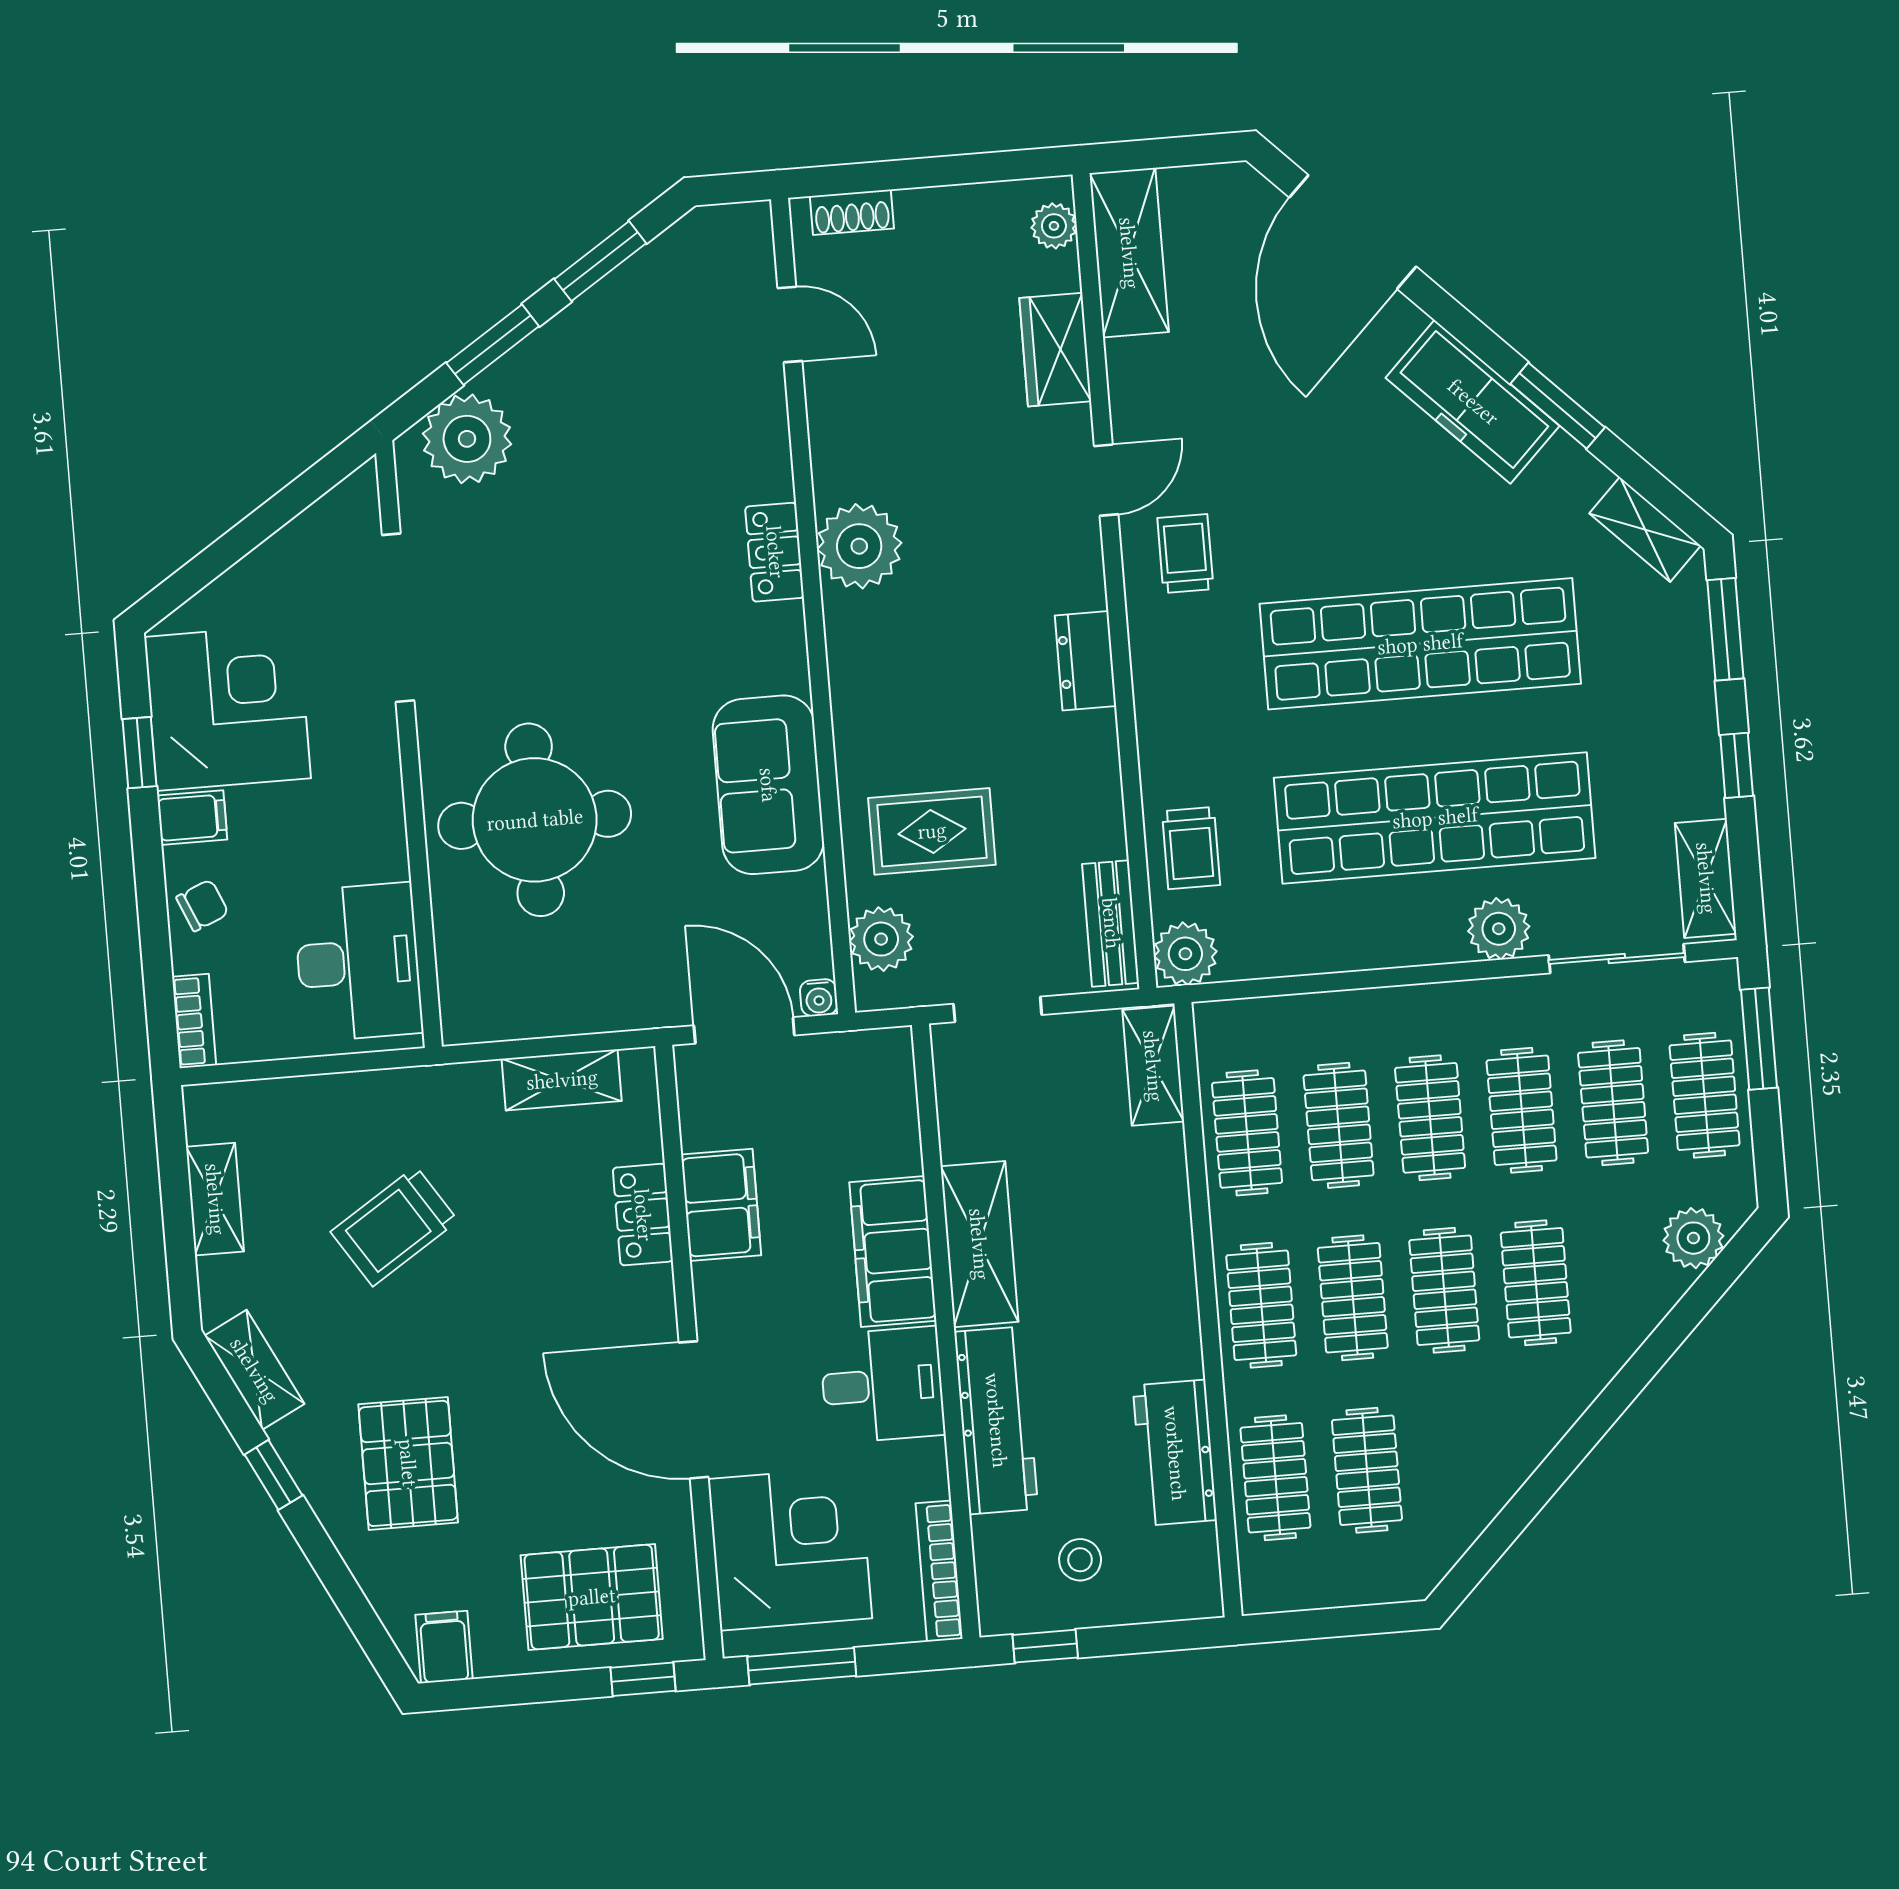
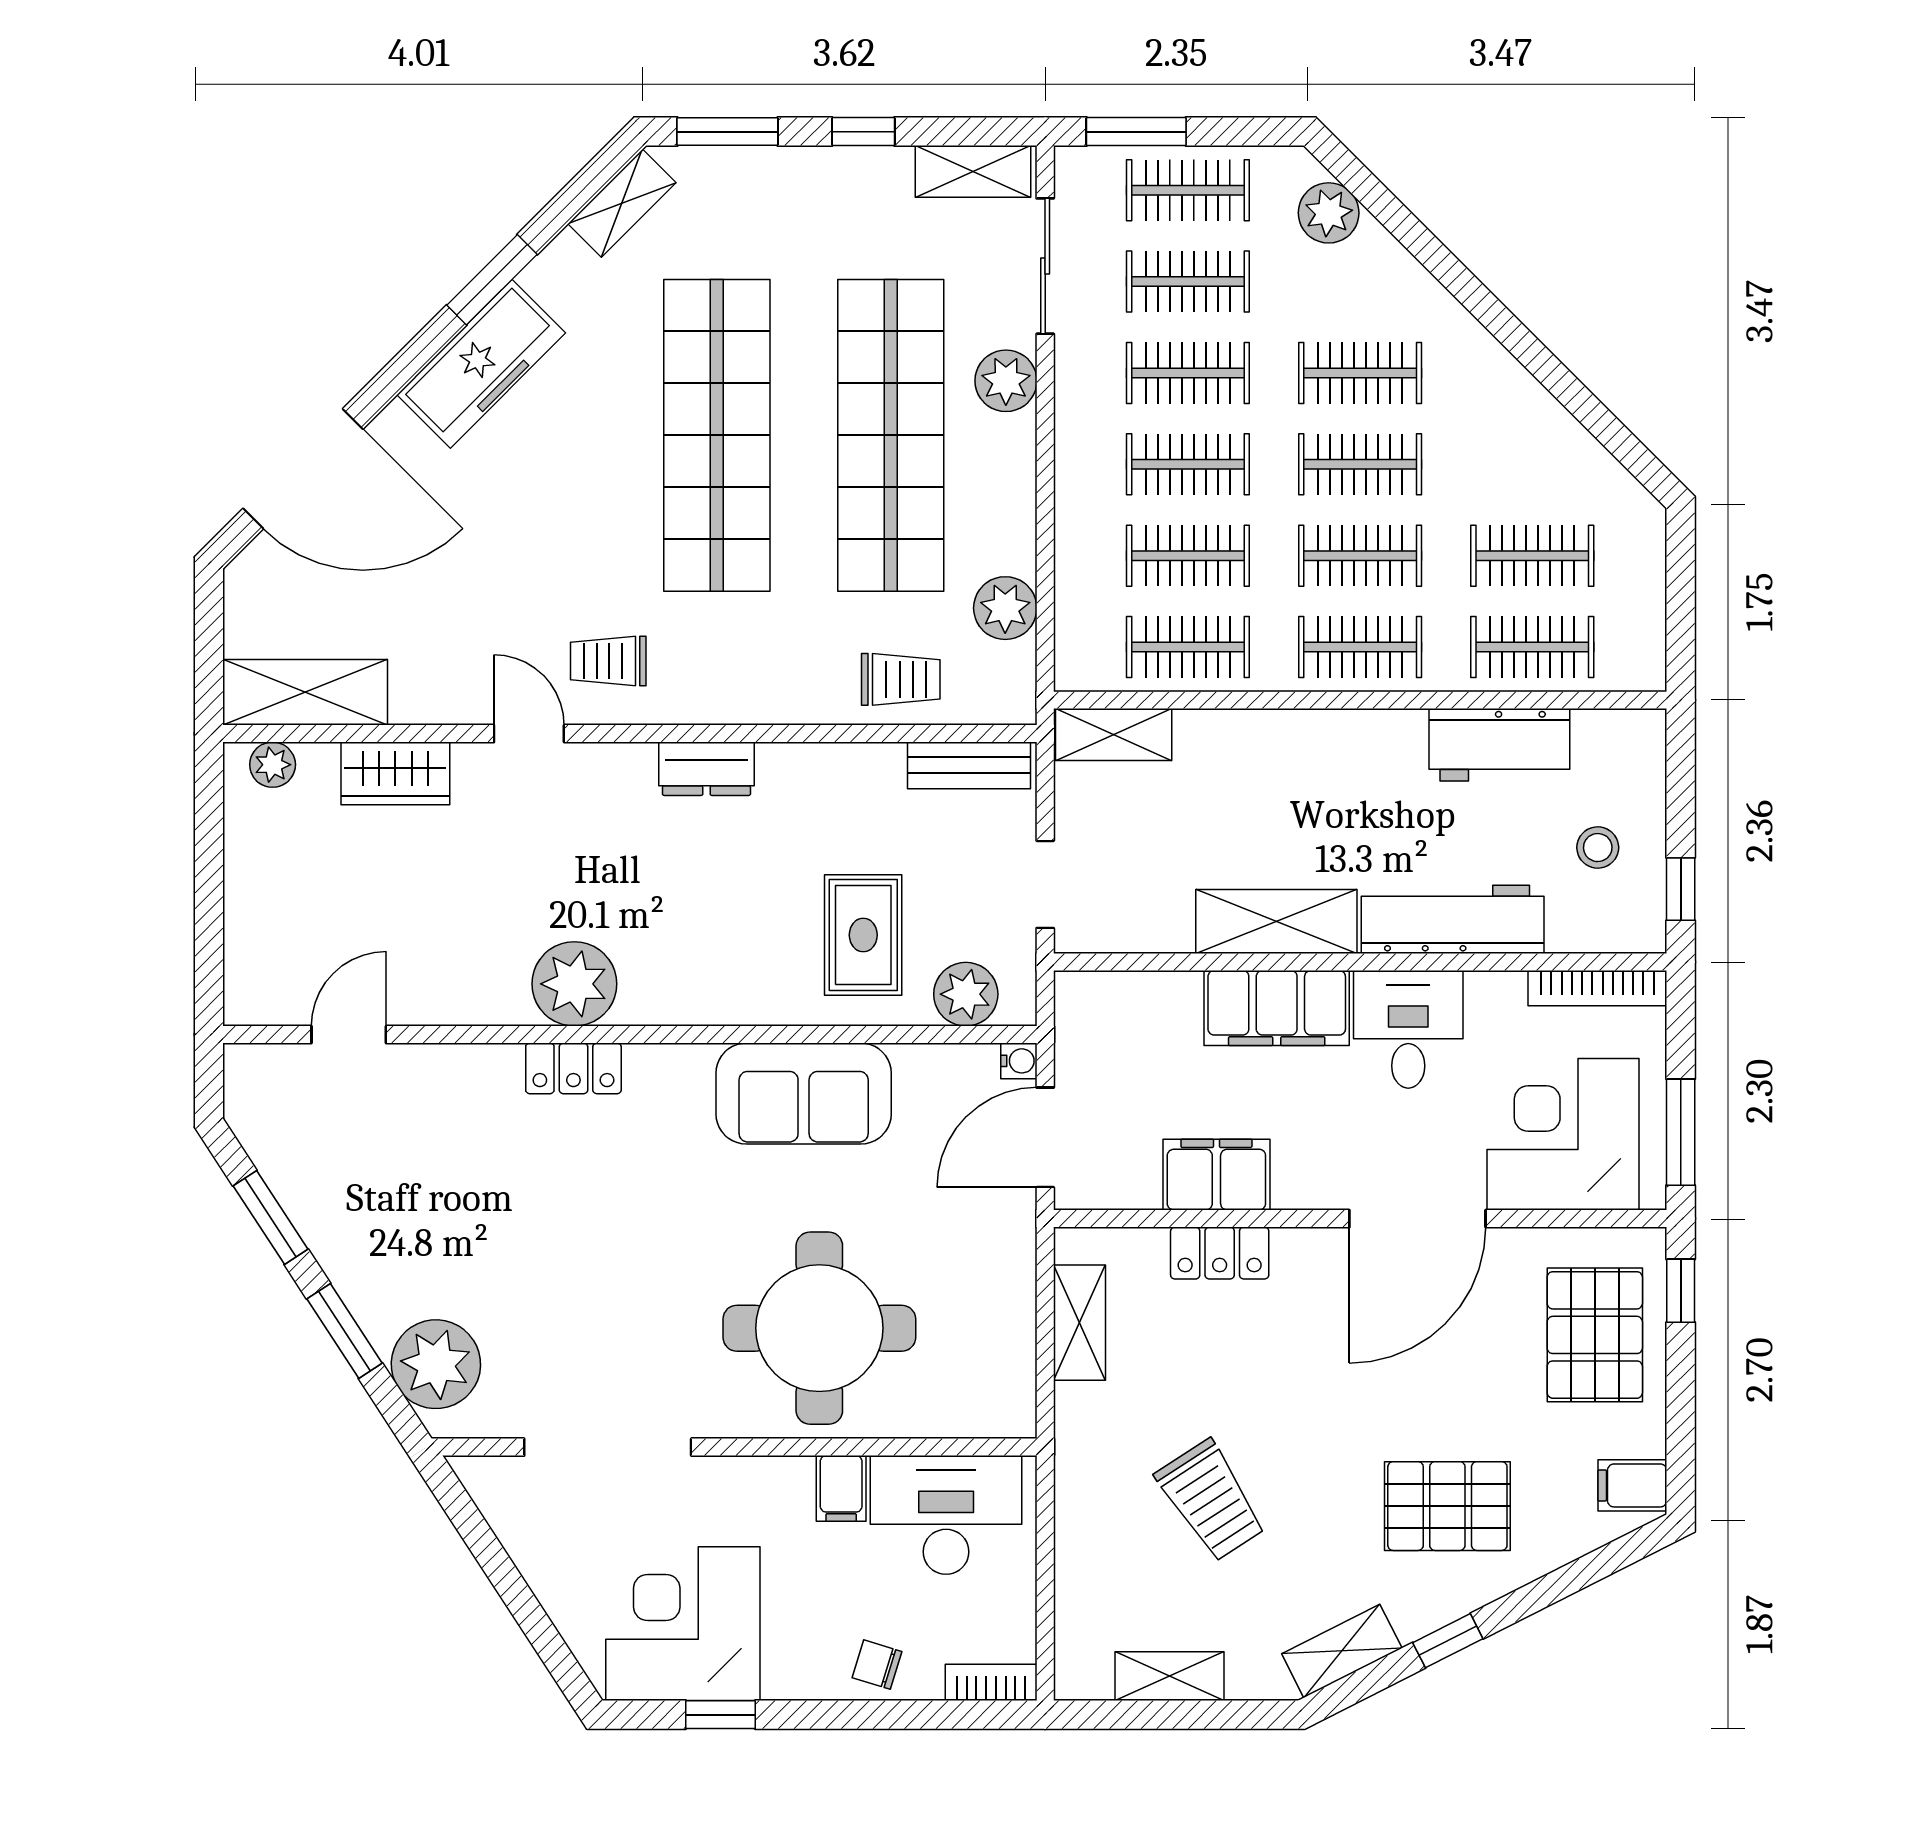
shoe rack: (852, 212) -> (243, 964), removed
filing cabinet: (192, 818) -> (841, 1488), moved, turned 180
chair: (202, 905) -> (877, 1665), turned -50
plant: (1185, 954) -> (1005, 608), moved

